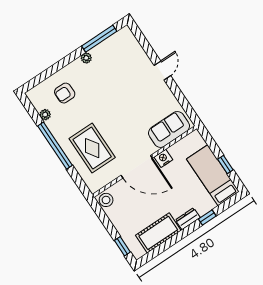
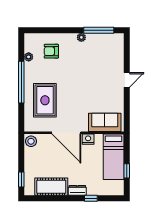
bed: (213, 175) -> (114, 157), moved, turned 180

